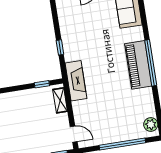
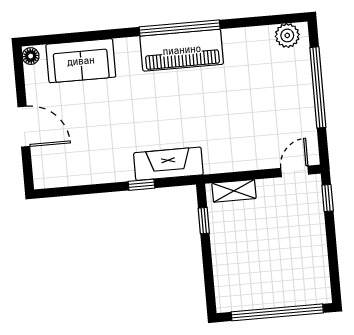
fireplace: (76, 81) -> (168, 164), moved

